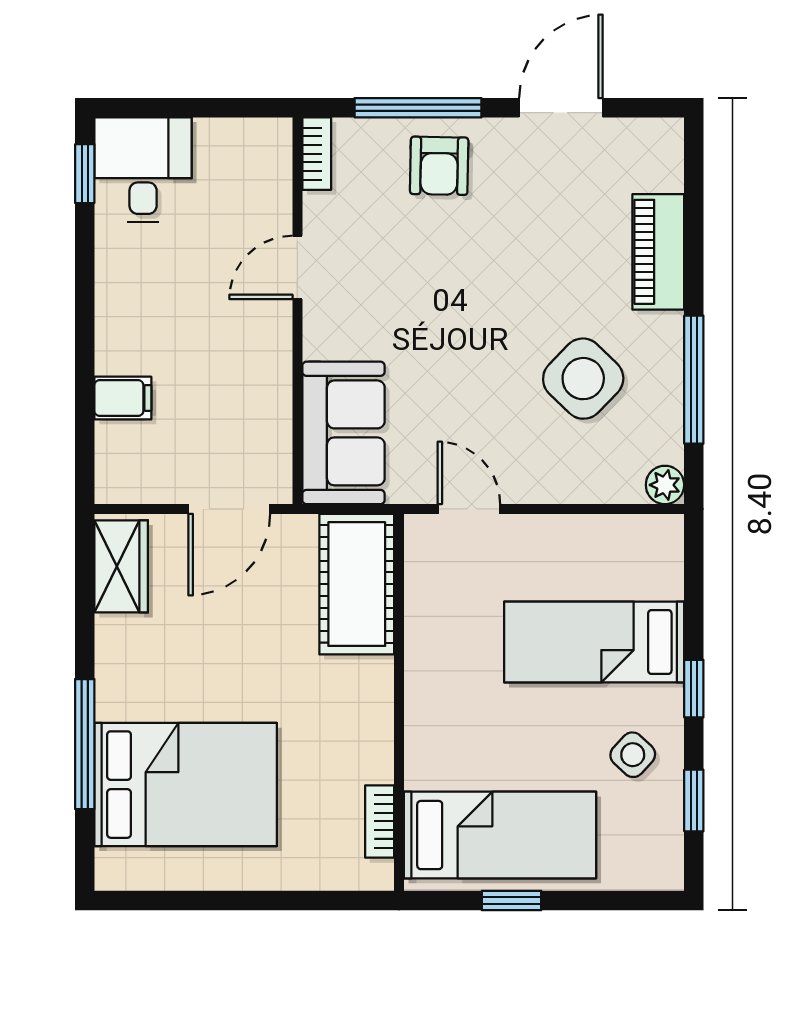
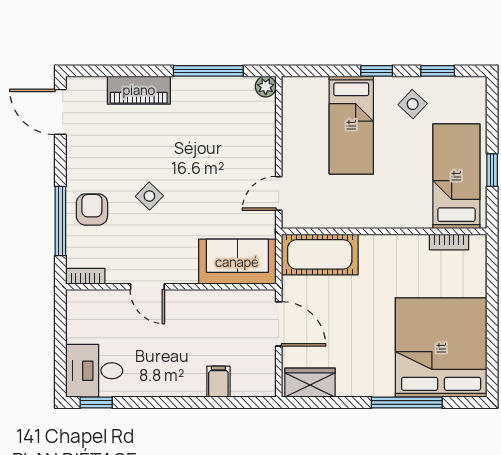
door: (561, 108) -> (60, 112), moved
armchair: (439, 166) -> (92, 209), turned -91
side table: (583, 379) -> (149, 196), moved, width x0.54, depth x0.54
bed: (186, 785) -> (441, 348), width x1.36

